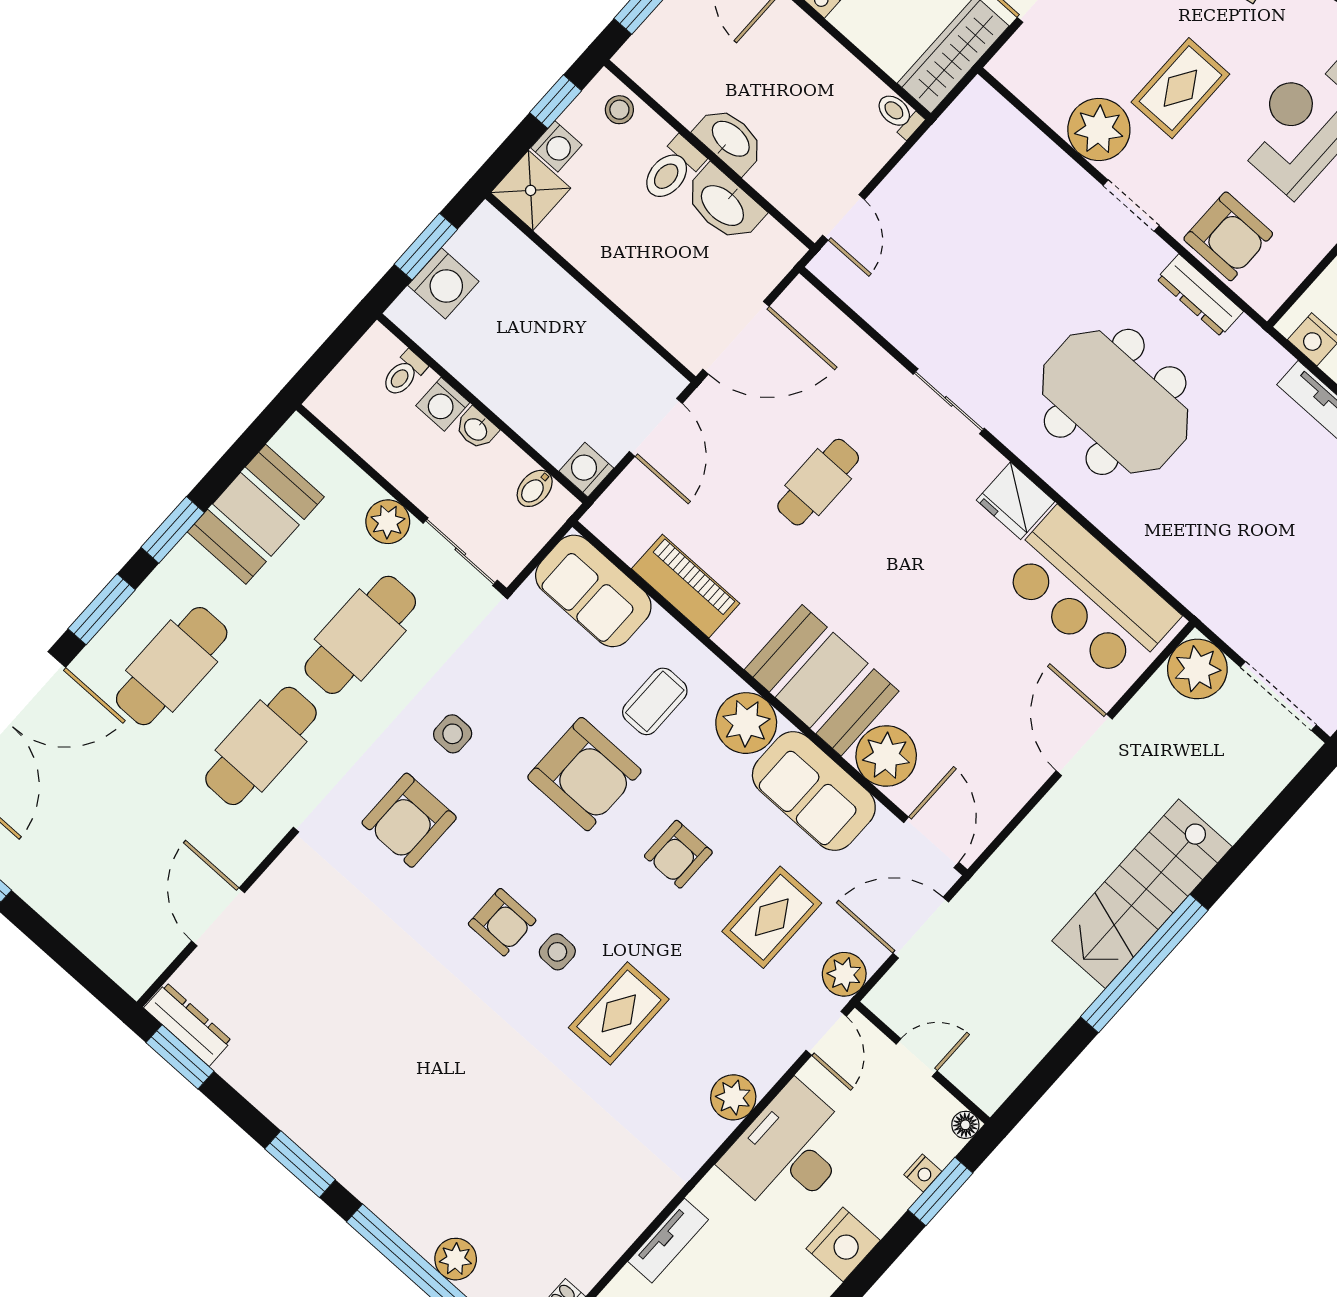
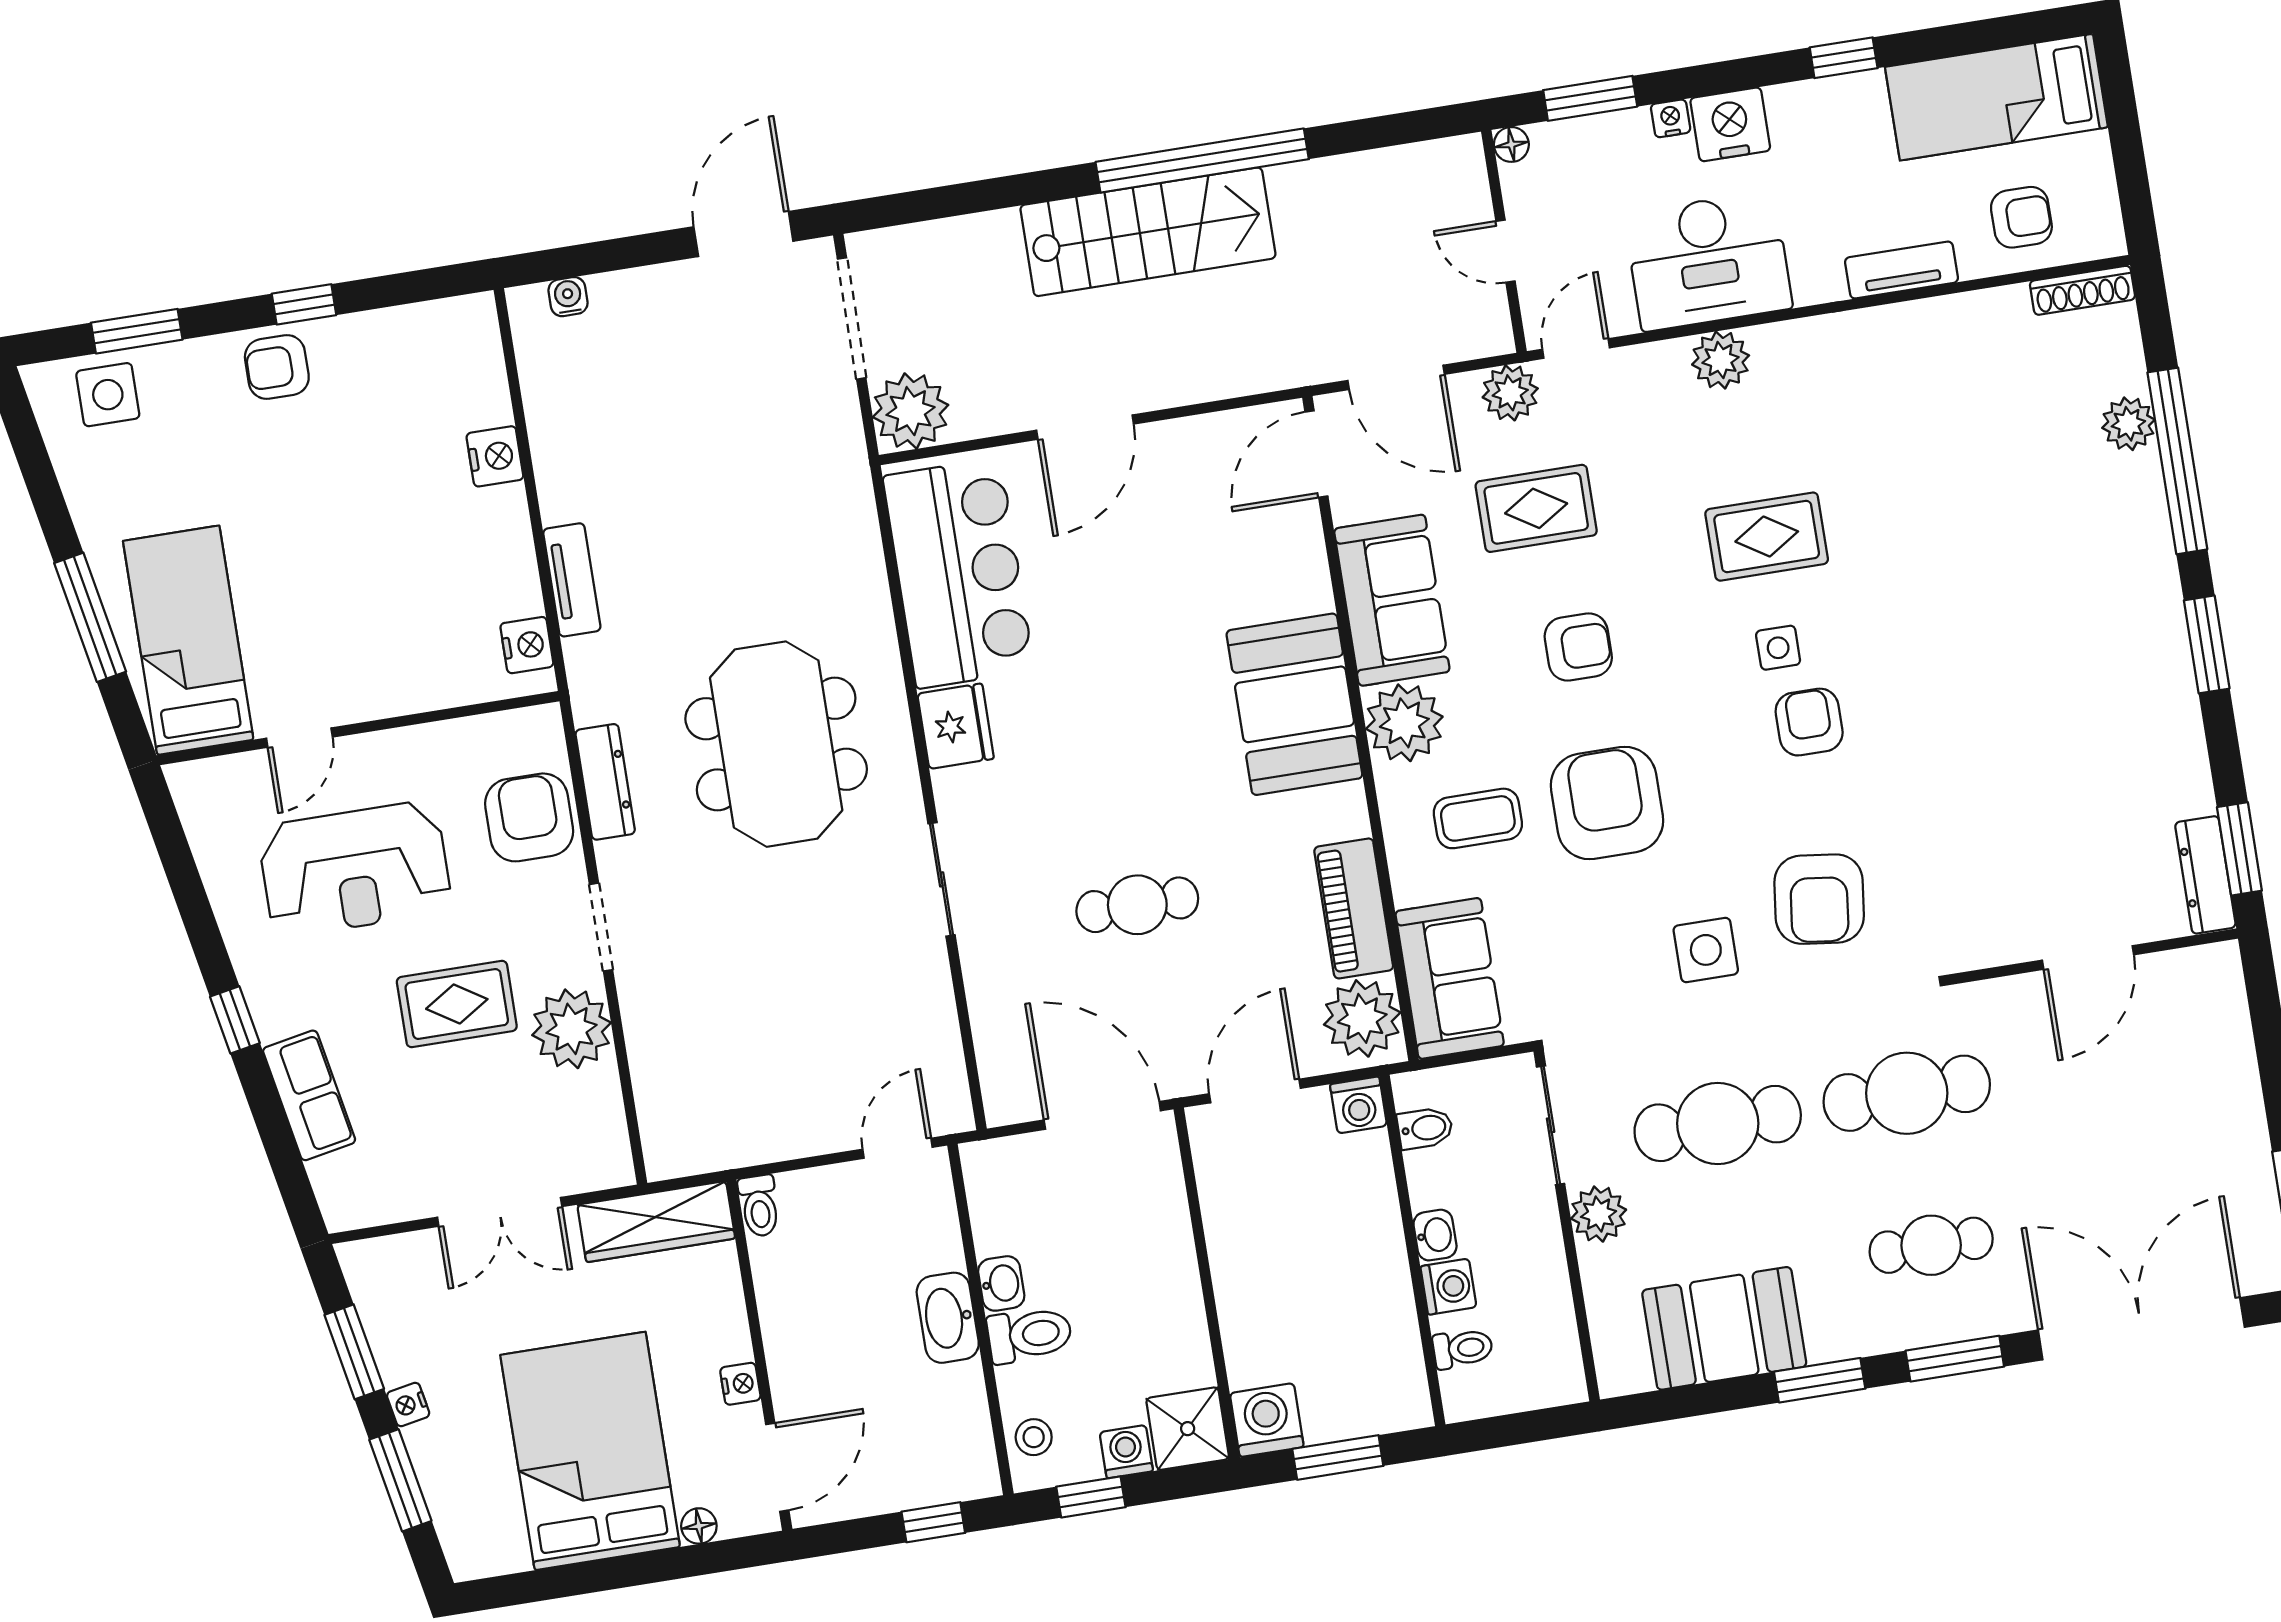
washbasin: (723, 204) -> (1001, 1283), width x0.52, depth x0.69
washing machine: (443, 283) -> (1267, 1420), moved
cafe table: (172, 666) -> (1931, 1245), width x0.73, depth x0.74
side table: (453, 734) -> (1706, 950), width x1.37, depth x1.37
plant: (886, 756) -> (1362, 1018), moved
armchair: (409, 820) -> (1819, 899), turned 97
nightstand: (923, 1173) -> (1671, 118), moved

